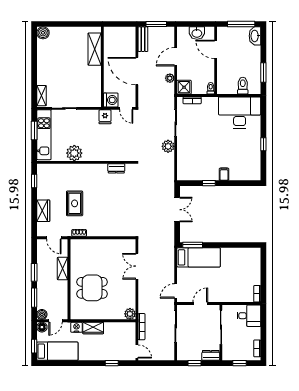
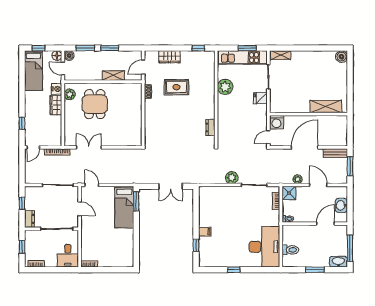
window: (263, 72) -> (315, 270), moved
fridge: (105, 117) -> (260, 98), moved
window: (209, 183) -> (196, 245), moved
double door: (137, 266) -> (89, 147), moved
plant: (130, 314) -> (70, 94), moved

